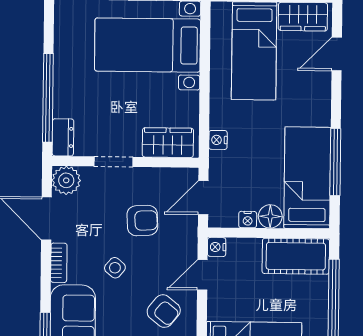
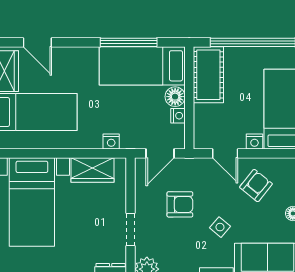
wardrobe: (168, 143) -> (92, 170), moved, turned -90
door: (203, 198) -> (160, 153), hinge flipped
armchair: (142, 221) -> (180, 204), turned 93
nightstand: (217, 247) -> (254, 142), moved

